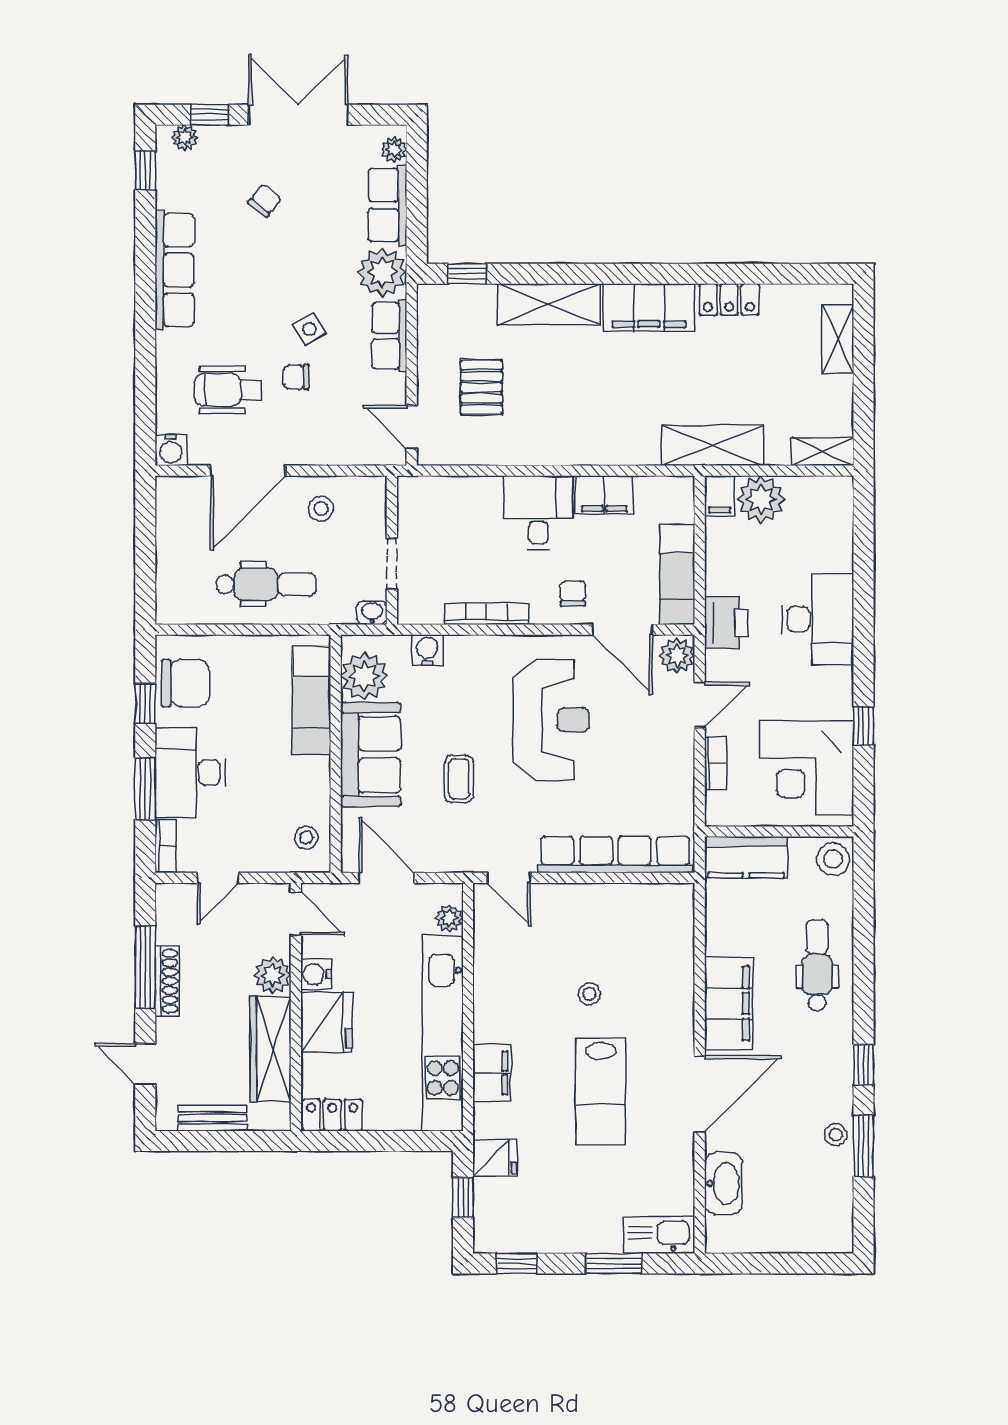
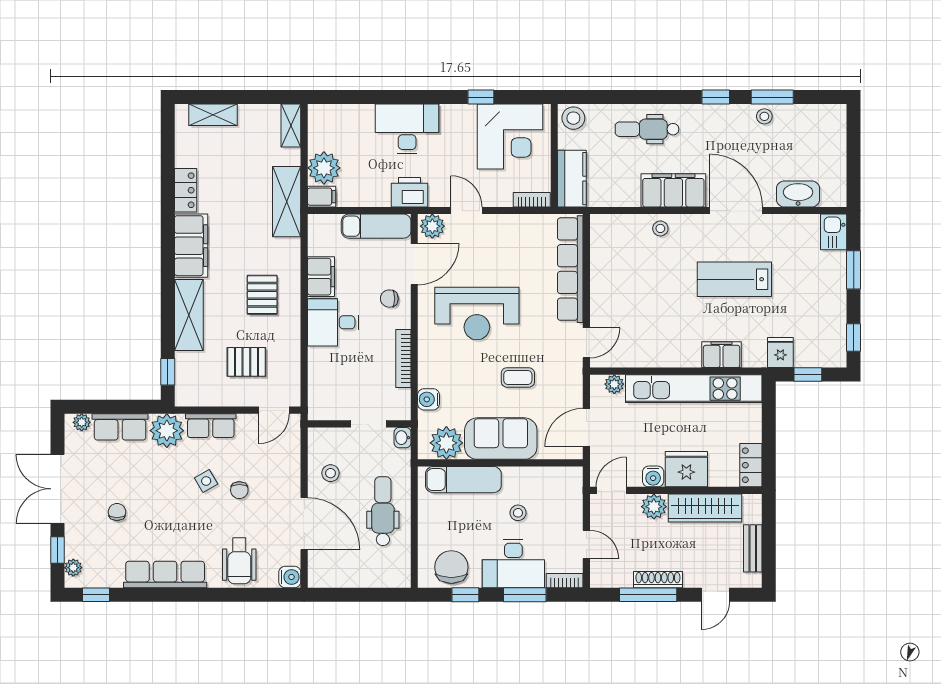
chair: (265, 201) -> (117, 512), turned 51
wheelchair: (228, 390) -> (239, 561), moved
pallet: (578, 410) -> (262, 295), added
reception desk: (551, 720) -> (477, 313), turned 180
bookcase: (715, 763) -> (532, 200), moved
stool: (306, 838) -> (518, 513), moved
stool: (589, 994) -> (660, 228), moved
lab bench: (601, 1091) -> (734, 279), turned 180
kitchen sink: (659, 1235) -> (834, 232), width x0.73

